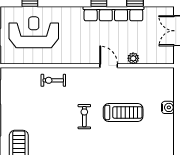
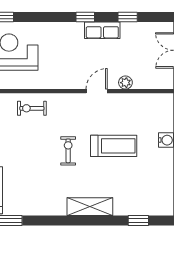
row of seats: (113, 14) -> (102, 30), width x0.50
door: (109, 66) -> (97, 91), hinge flipped

